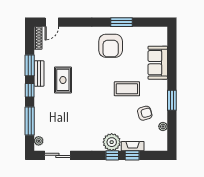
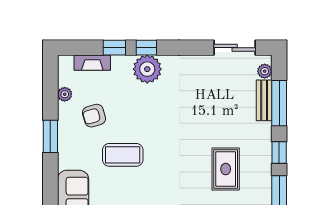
bench: (39, 73) -> (264, 100), moved
fireplace: (133, 146) -> (92, 63), moved

